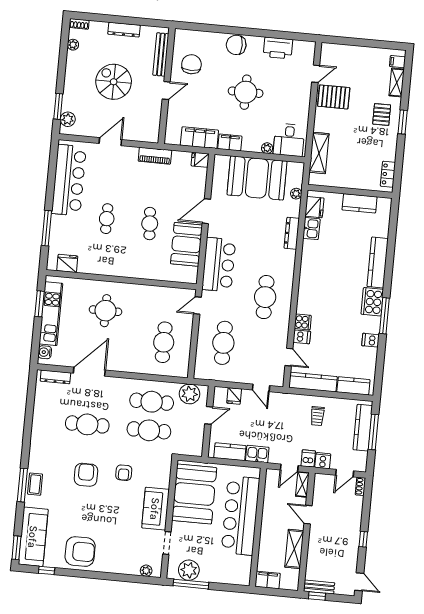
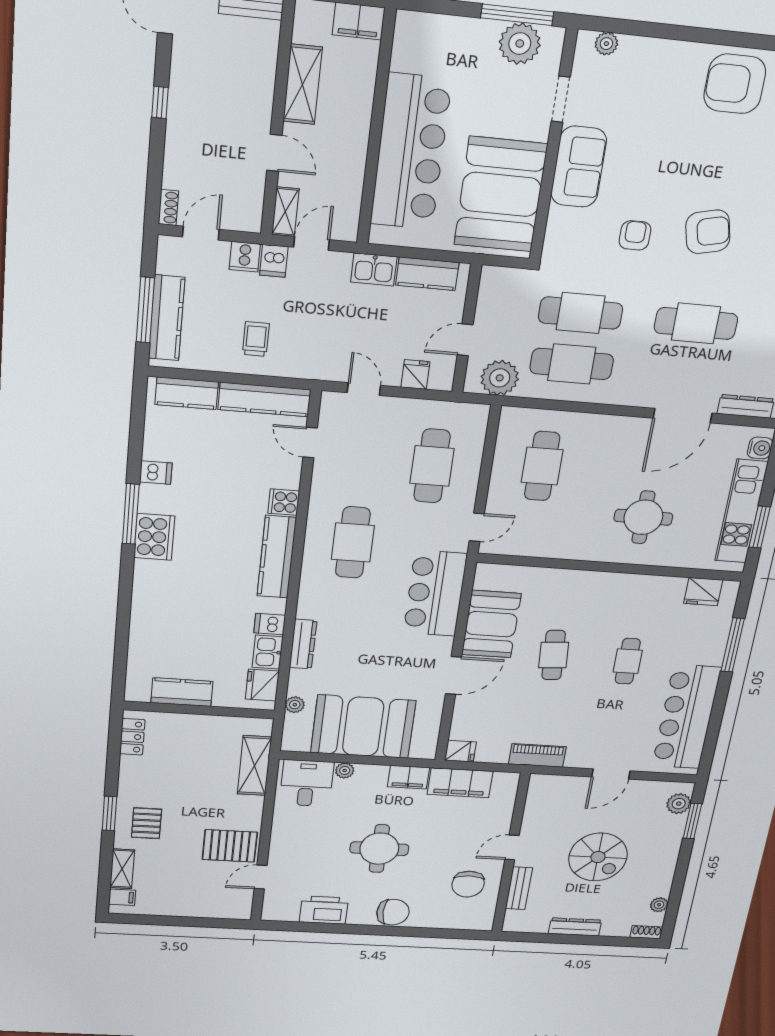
bench: (161, 54) -> (519, 888), width x0.73
kitchen counter: (378, 262) -> (277, 557), moved, turned 180
dishwasher: (302, 337) -> (270, 624), moved
armchair: (86, 475) -> (708, 232), turned -103

